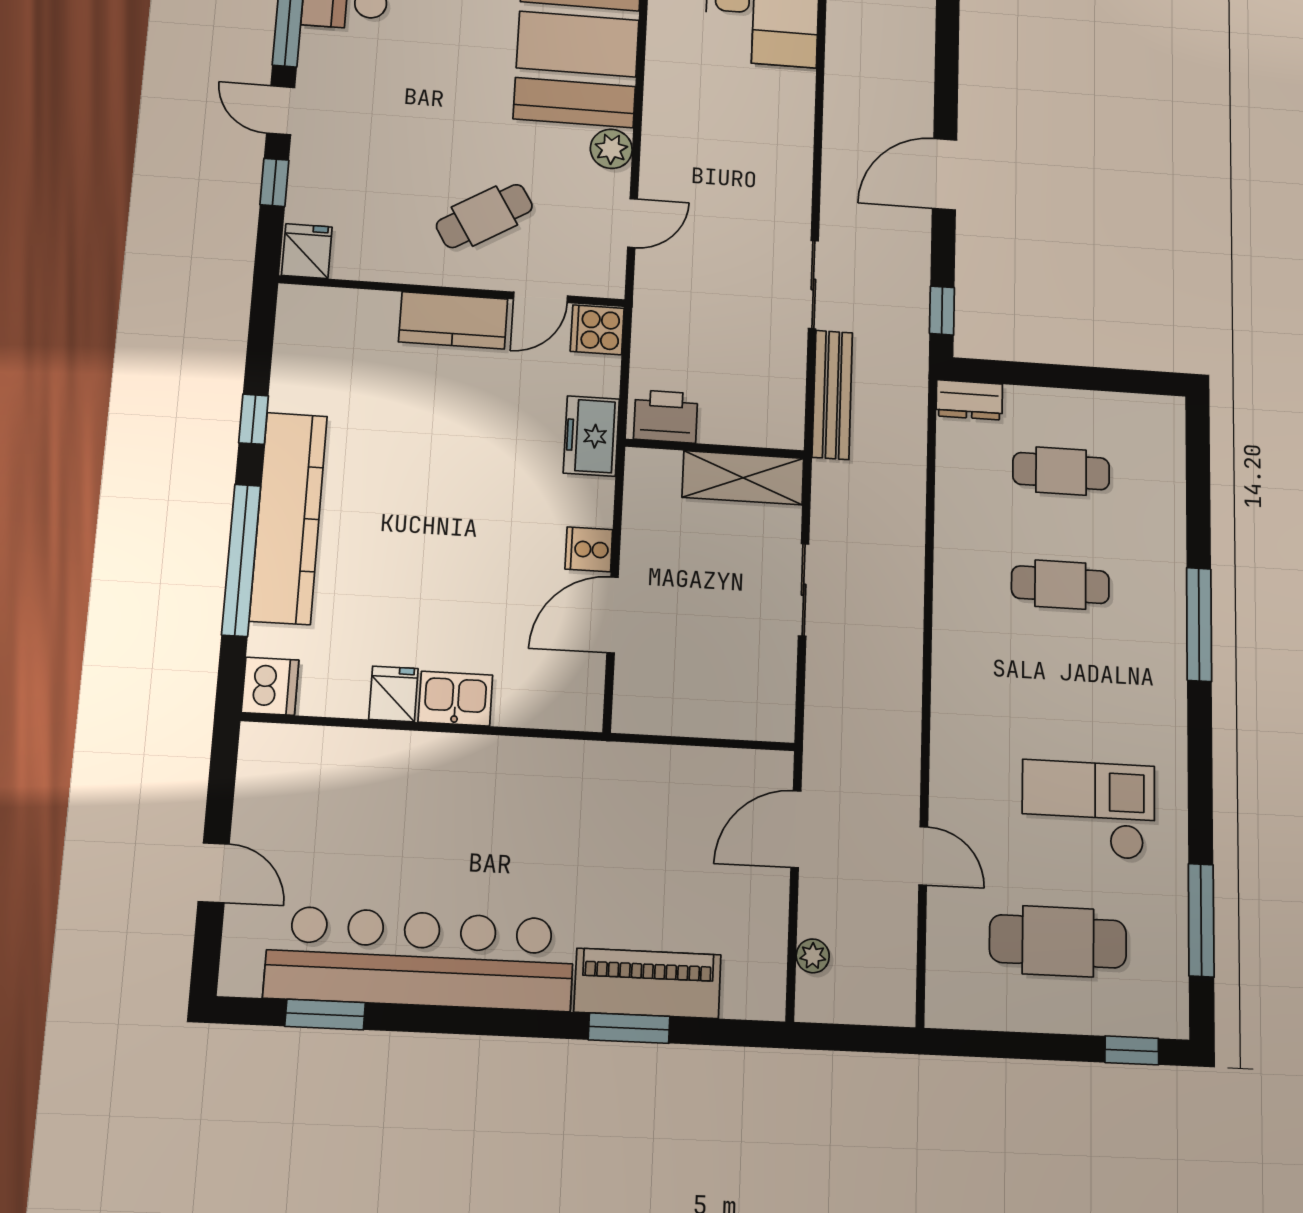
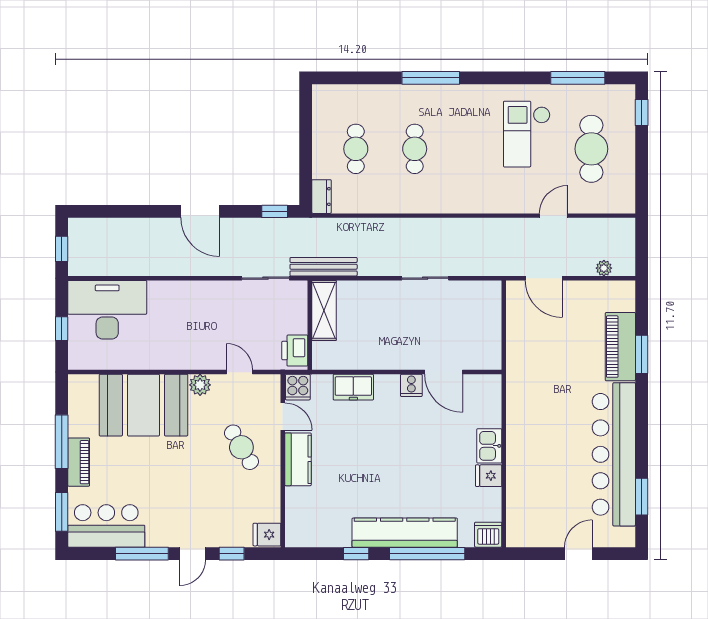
printer: (666, 416) -> (295, 351), moved
wall: (715, 449) -> (310, 325), moved
shelving: (743, 478) -> (324, 310), moved

